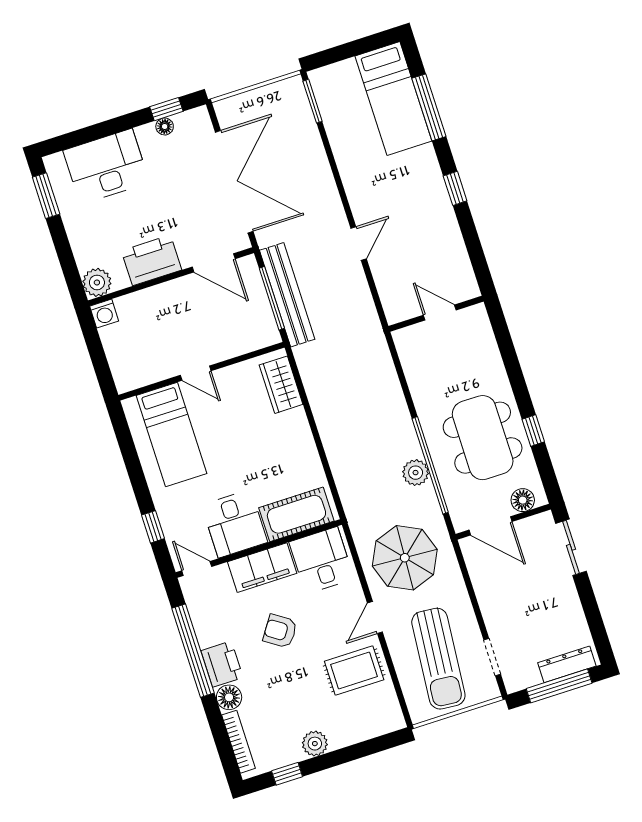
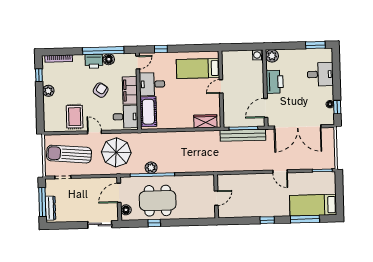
desk: (106, 166) -> (320, 74), width x0.73
door: (359, 243) -> (280, 171), moved
floor lamp: (229, 697) -> (109, 59), moved

